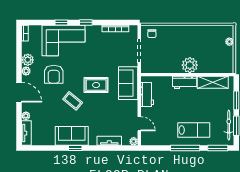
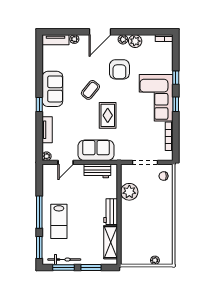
corner sofa: (64, 40) -> (156, 98), moved
plant: (190, 65) -> (129, 192), moved
armchair: (54, 74) -> (119, 69), turned -90
sofa: (128, 83) -> (96, 150), moved
window: (75, 148) -> (39, 105), moved

